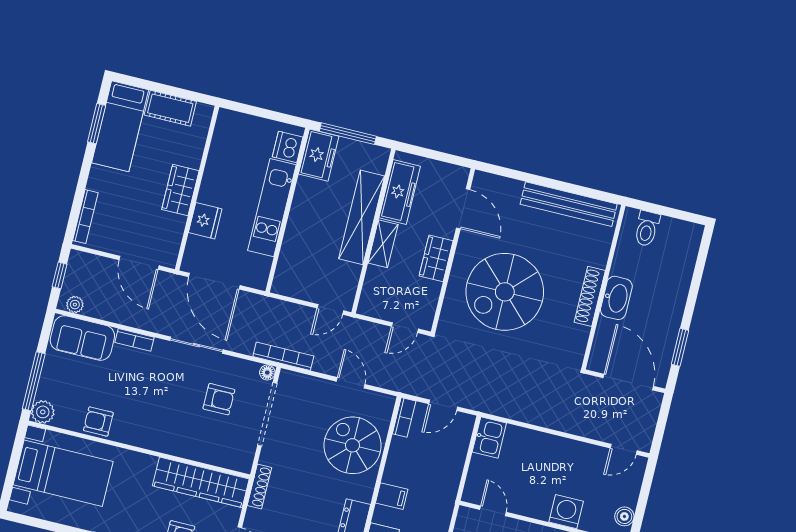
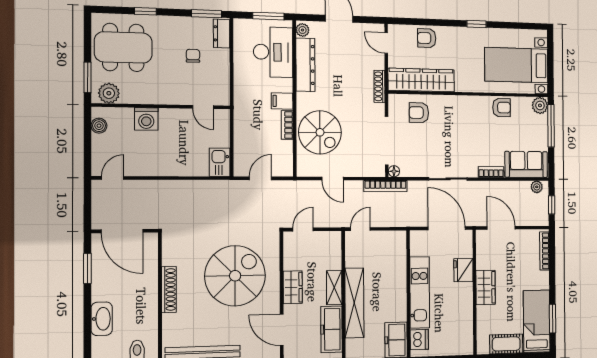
washbasin: (616, 298) -> (102, 319), moved, turned 180
armchair: (219, 399) -> (419, 113), moved
bookcase: (404, 417) -> (287, 125), moved

